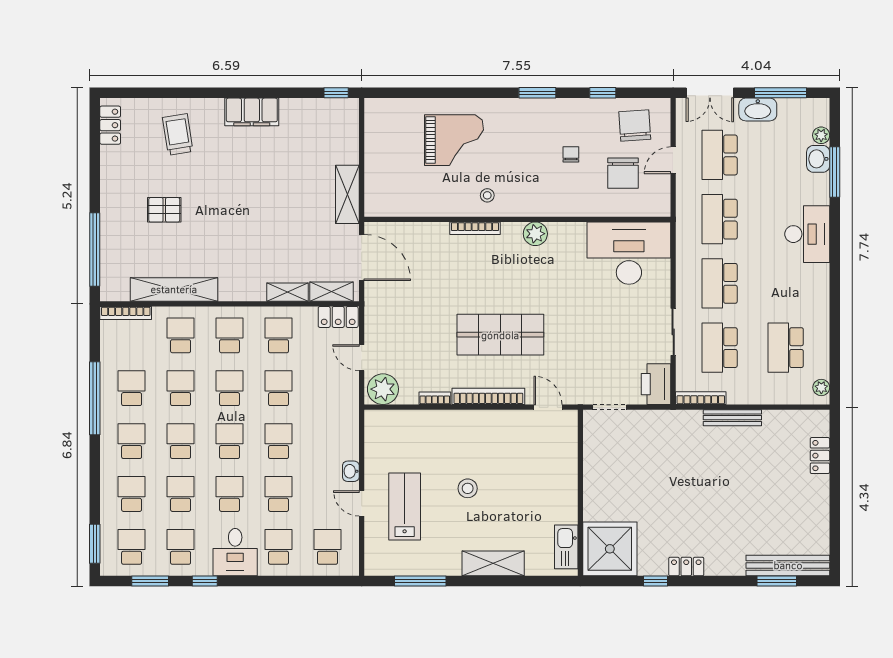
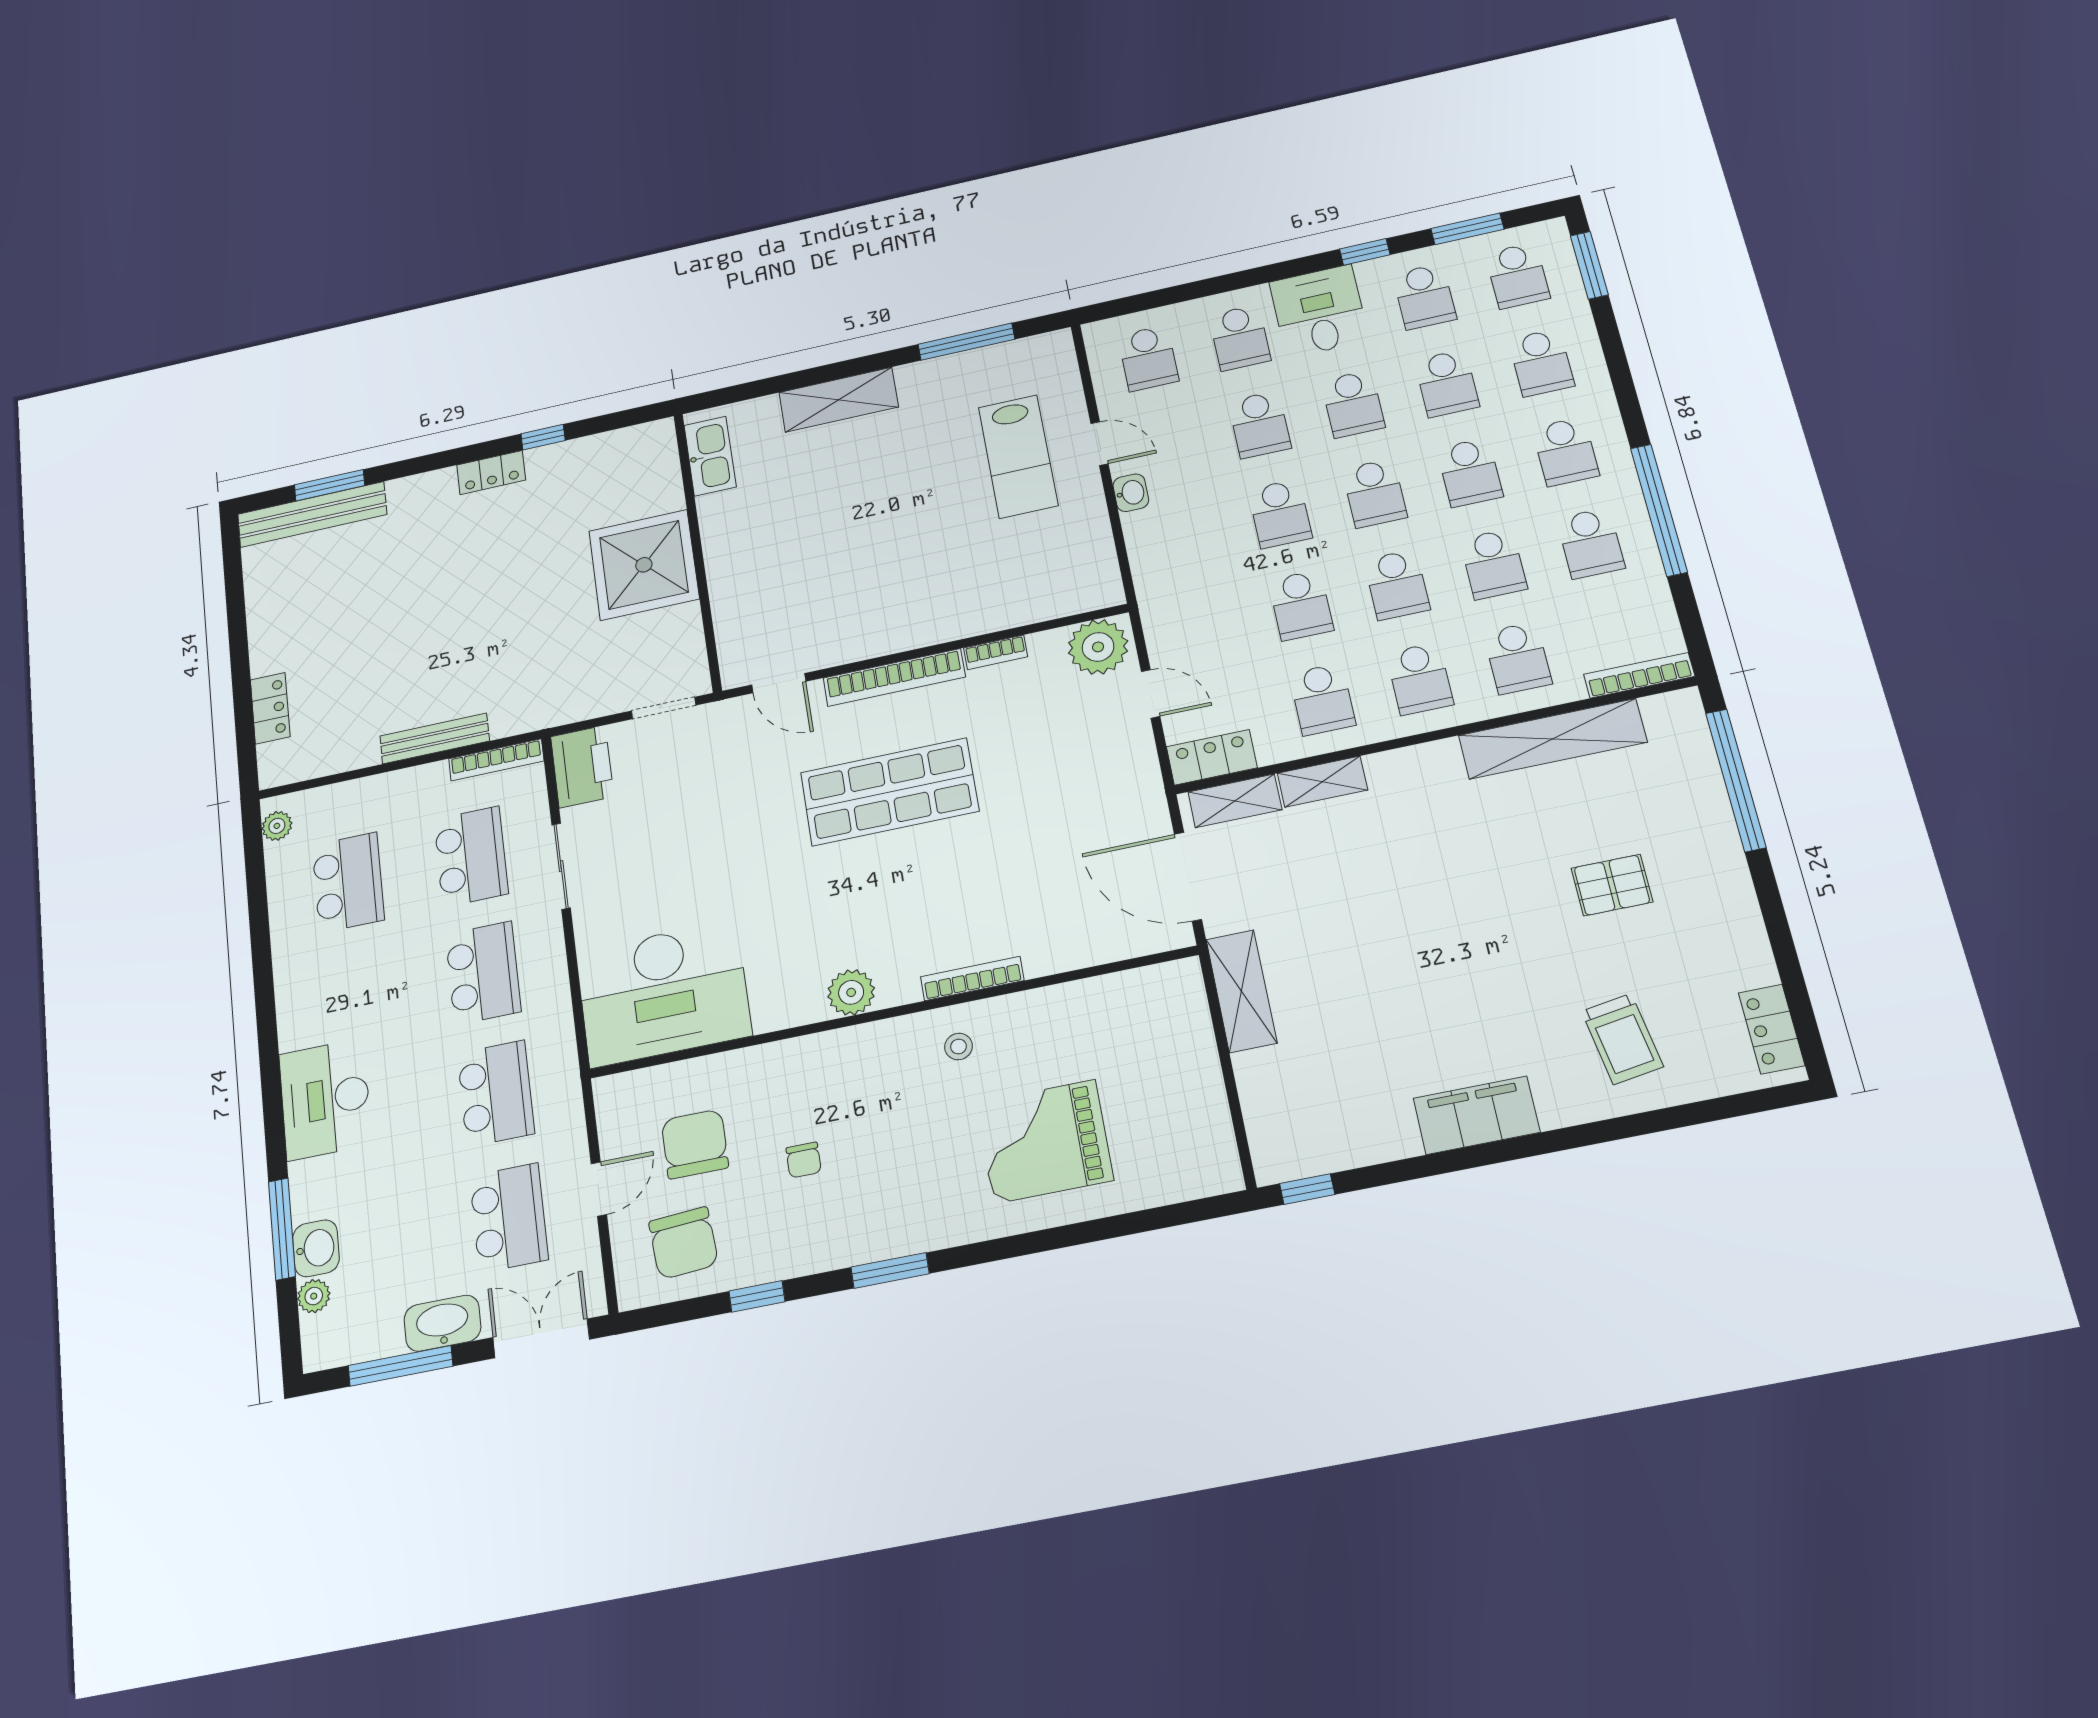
stool: (468, 488) -> (906, 512), removed
shower: (610, 549) -> (644, 565), moved

